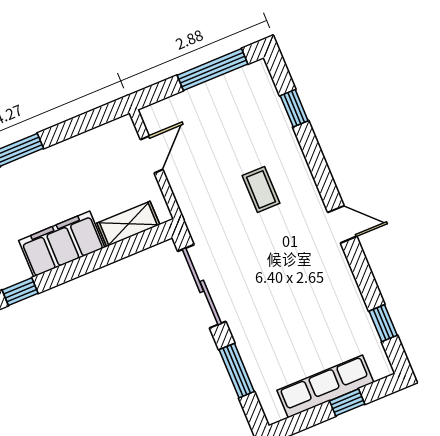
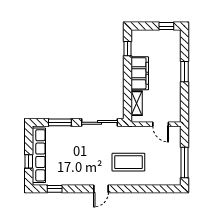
window: (294, 108) -> (155, 189), removed
coffee table: (261, 189) -> (128, 162), width x1.86, depth x1.72
row of seats: (325, 386) -> (39, 155), width x1.36

